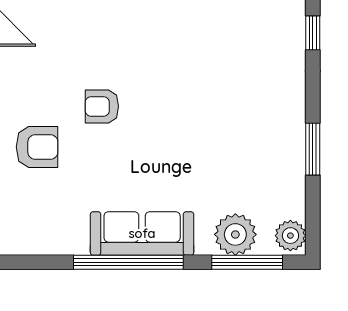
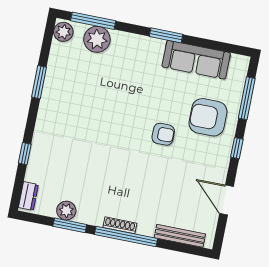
armchair: (37, 147) -> (208, 117), width x1.36, depth x1.36
sofa: (142, 233) -> (196, 60), moved
window: (128, 262) -> (166, 35), width x0.47

